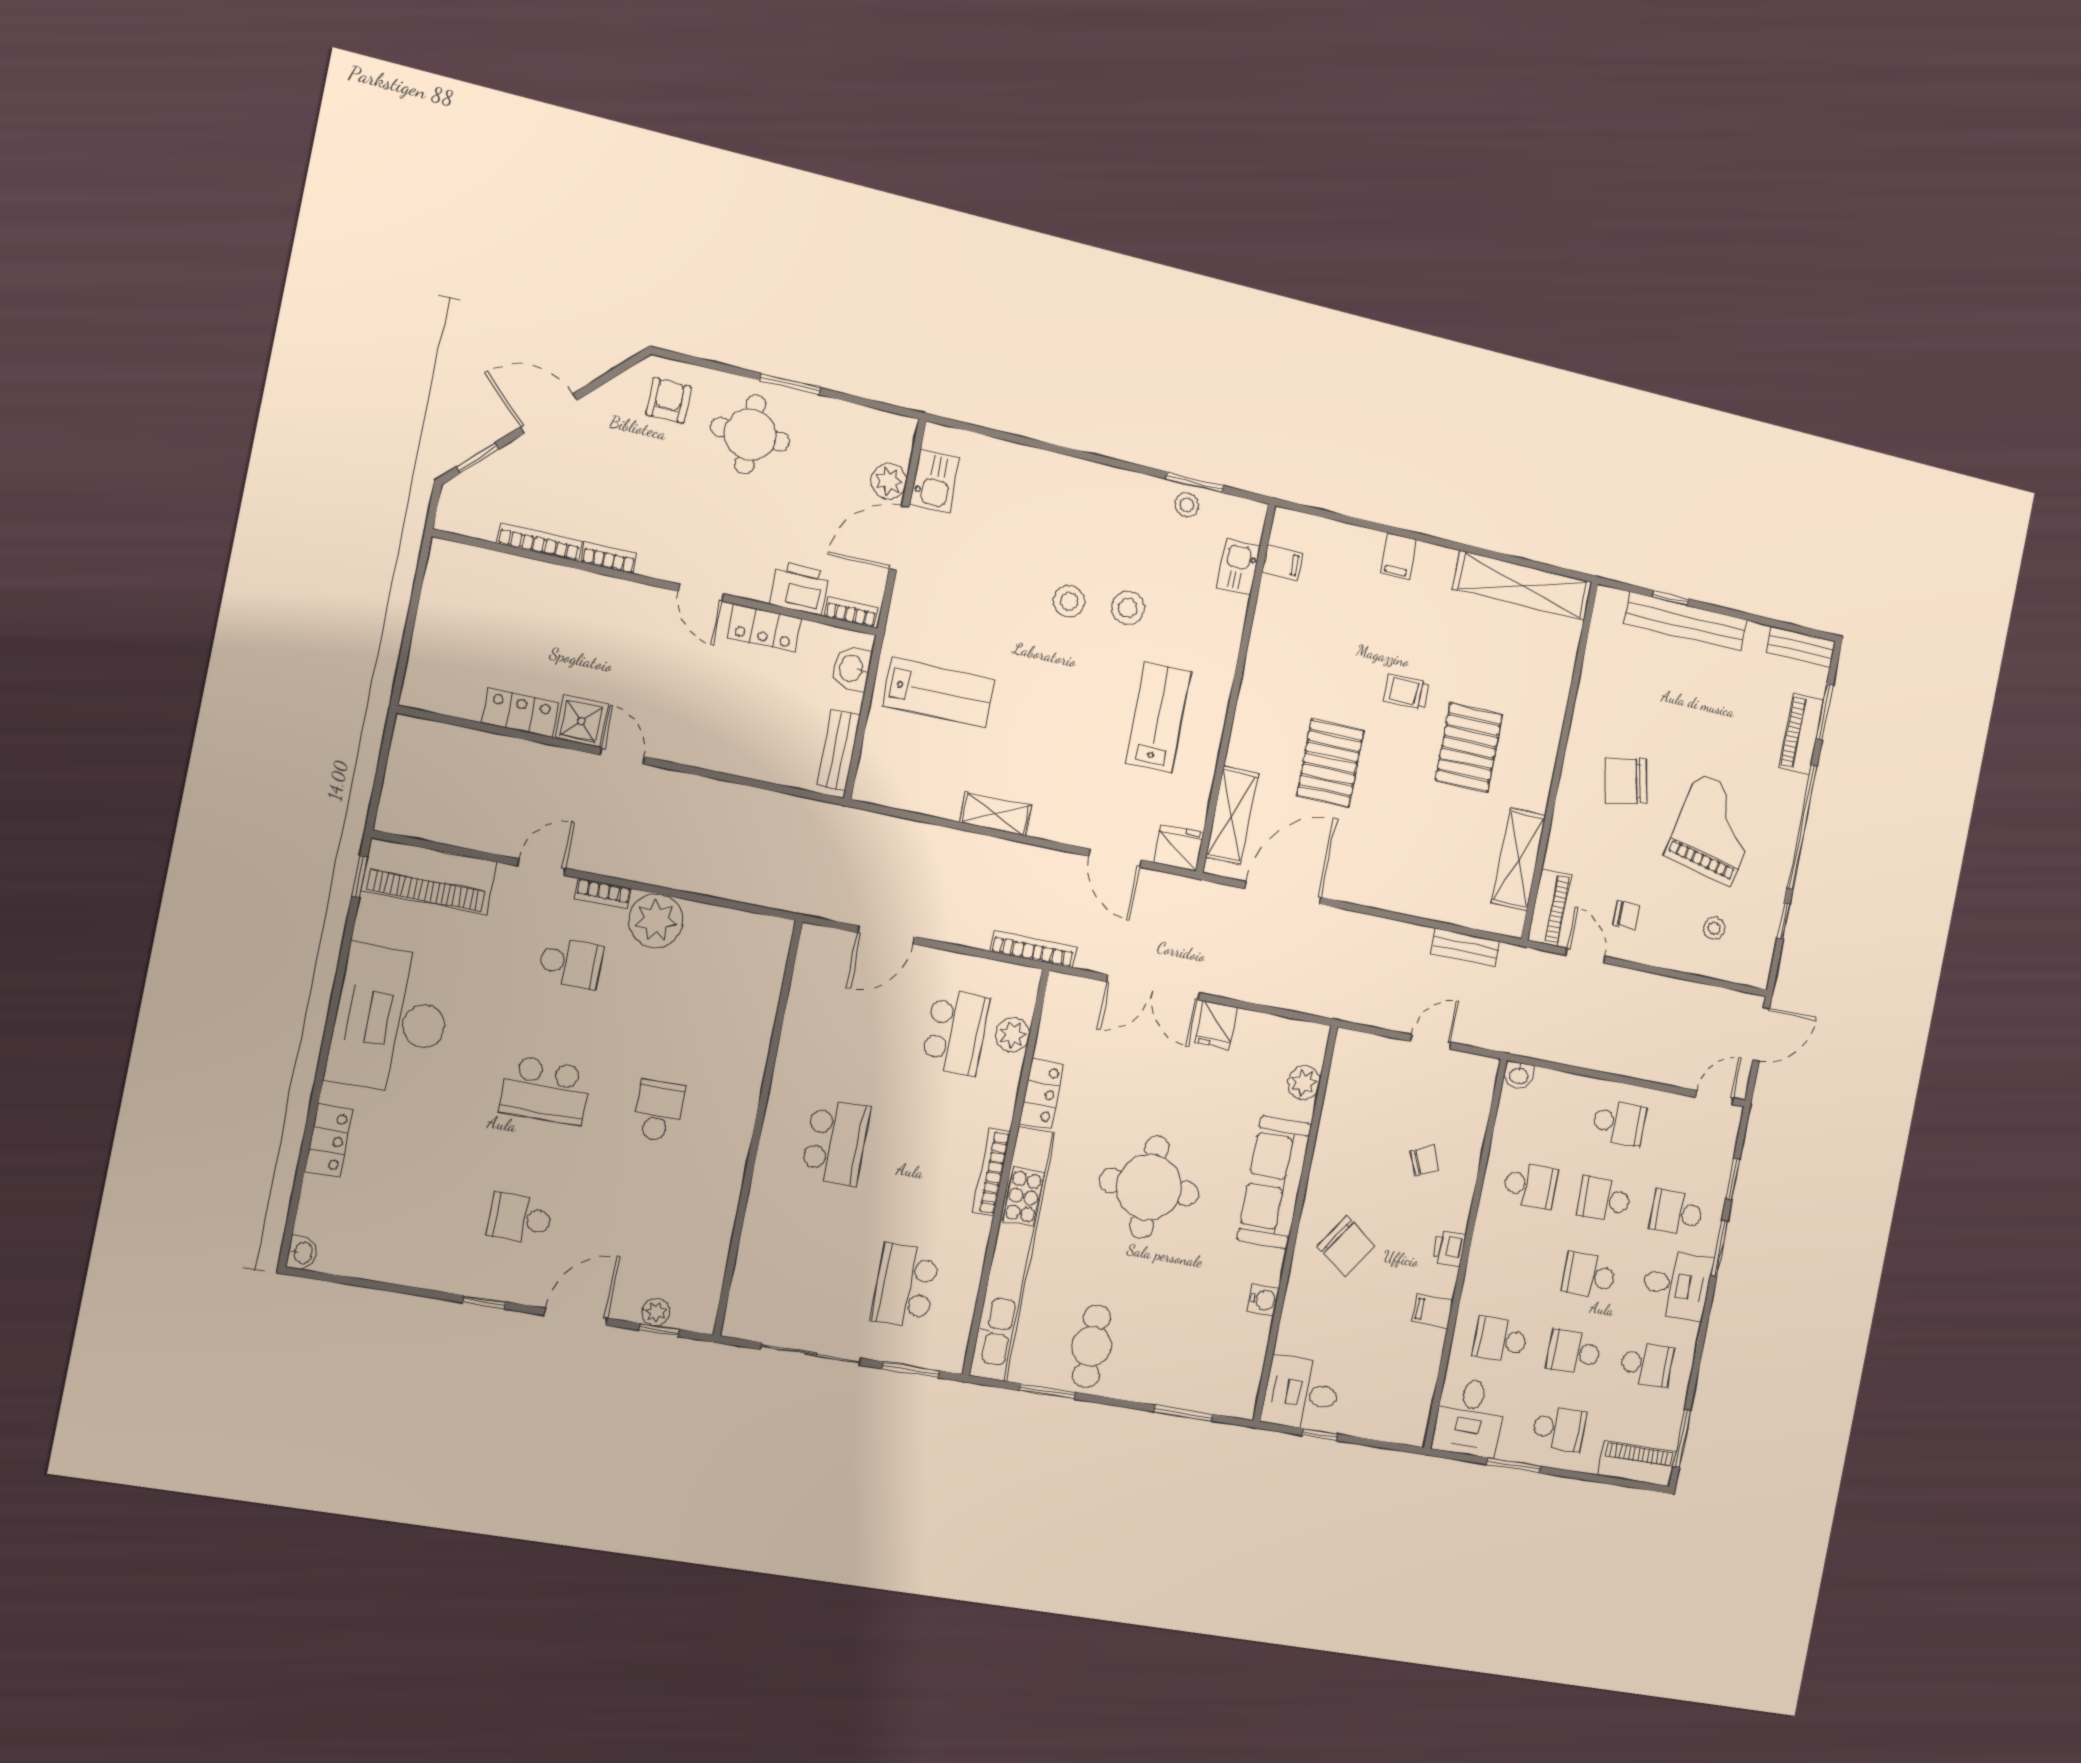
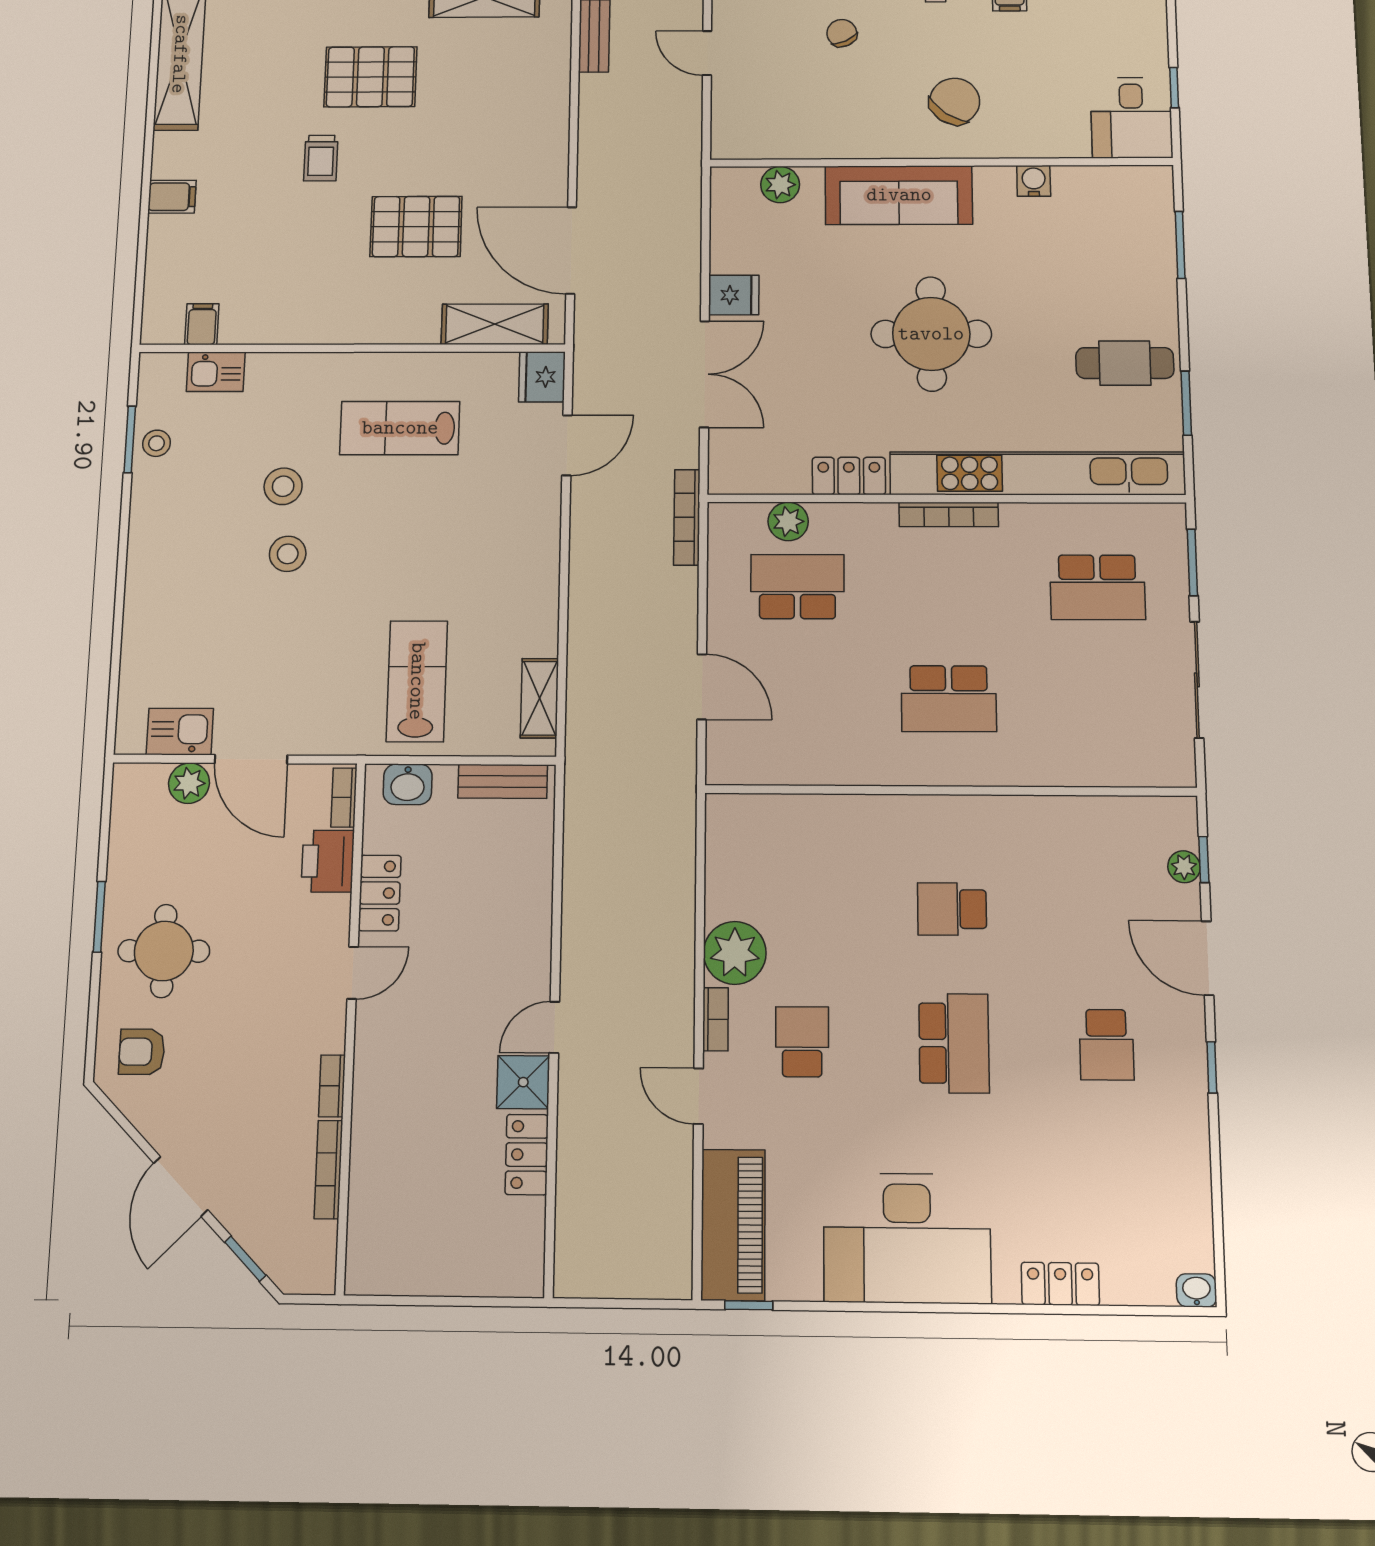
shelving: (996, 814) -> (539, 698), moved
school desk: (835, 1142) -> (949, 699), turned 180

